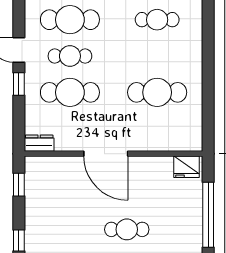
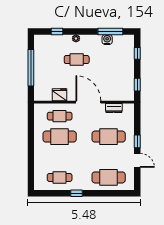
cafe table: (70, 56) -> (60, 116), moved
dresser: (39, 143) -> (114, 108), moved
fridge: (187, 167) -> (60, 95), moved

